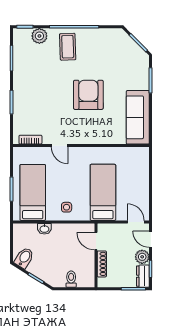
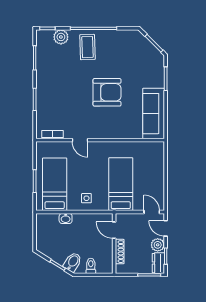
armchair: (88, 95) -> (107, 92), turned 90
bidet: (24, 258) -> (73, 262), moved

